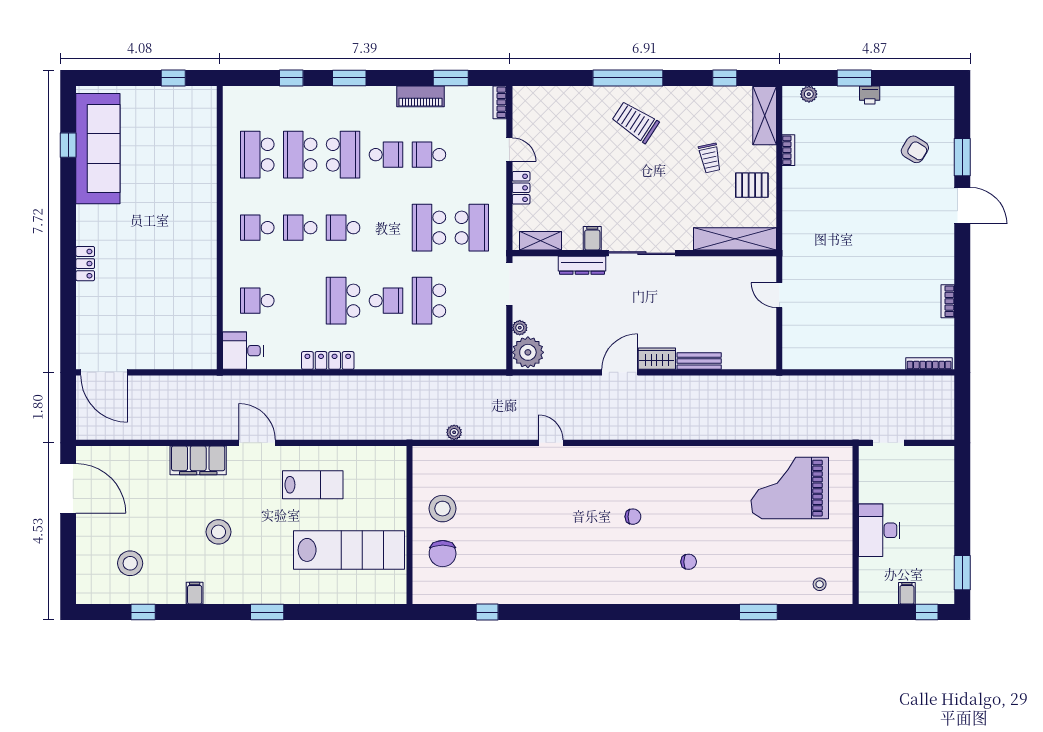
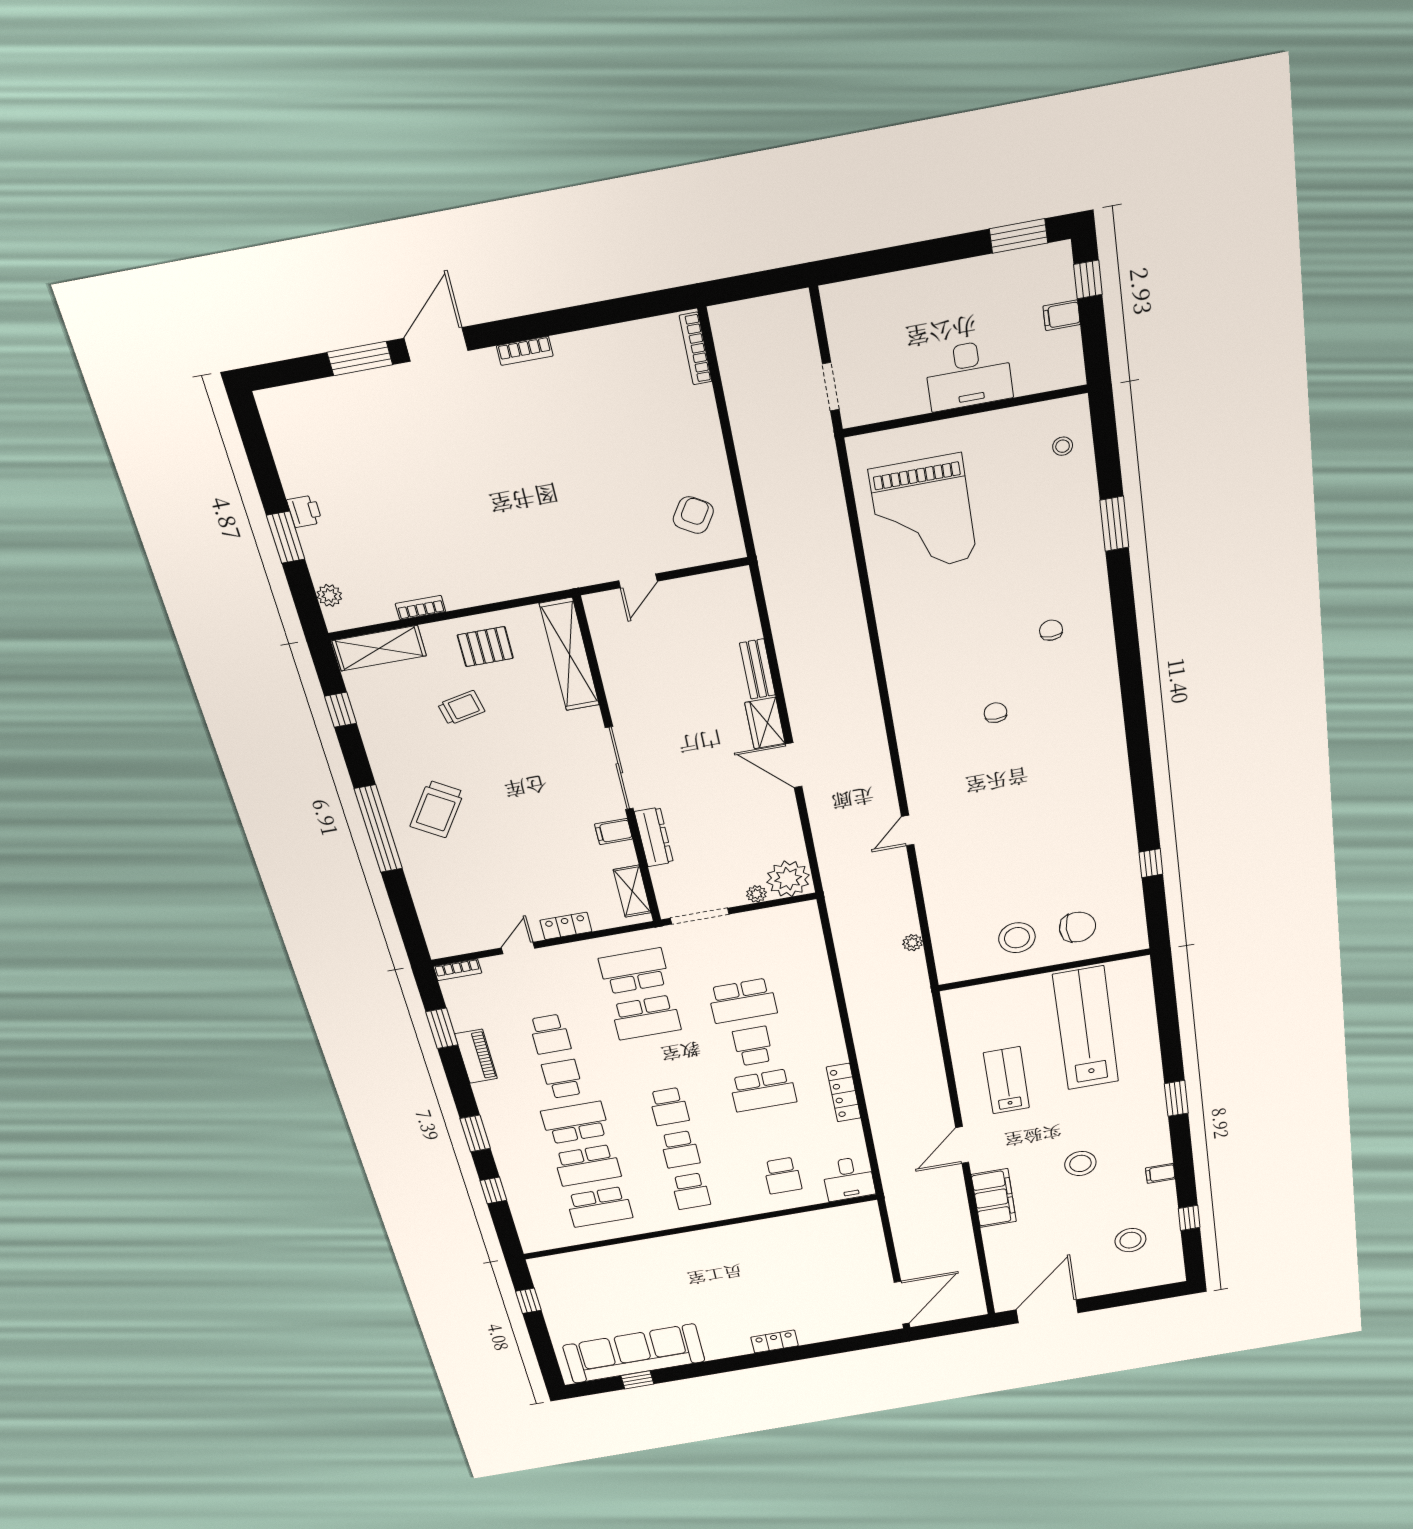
armchair: (915, 149) -> (693, 515), moved
pallet: (752, 185) -> (485, 647), turned 90
bookcase: (948, 301) -> (525, 351), moved

